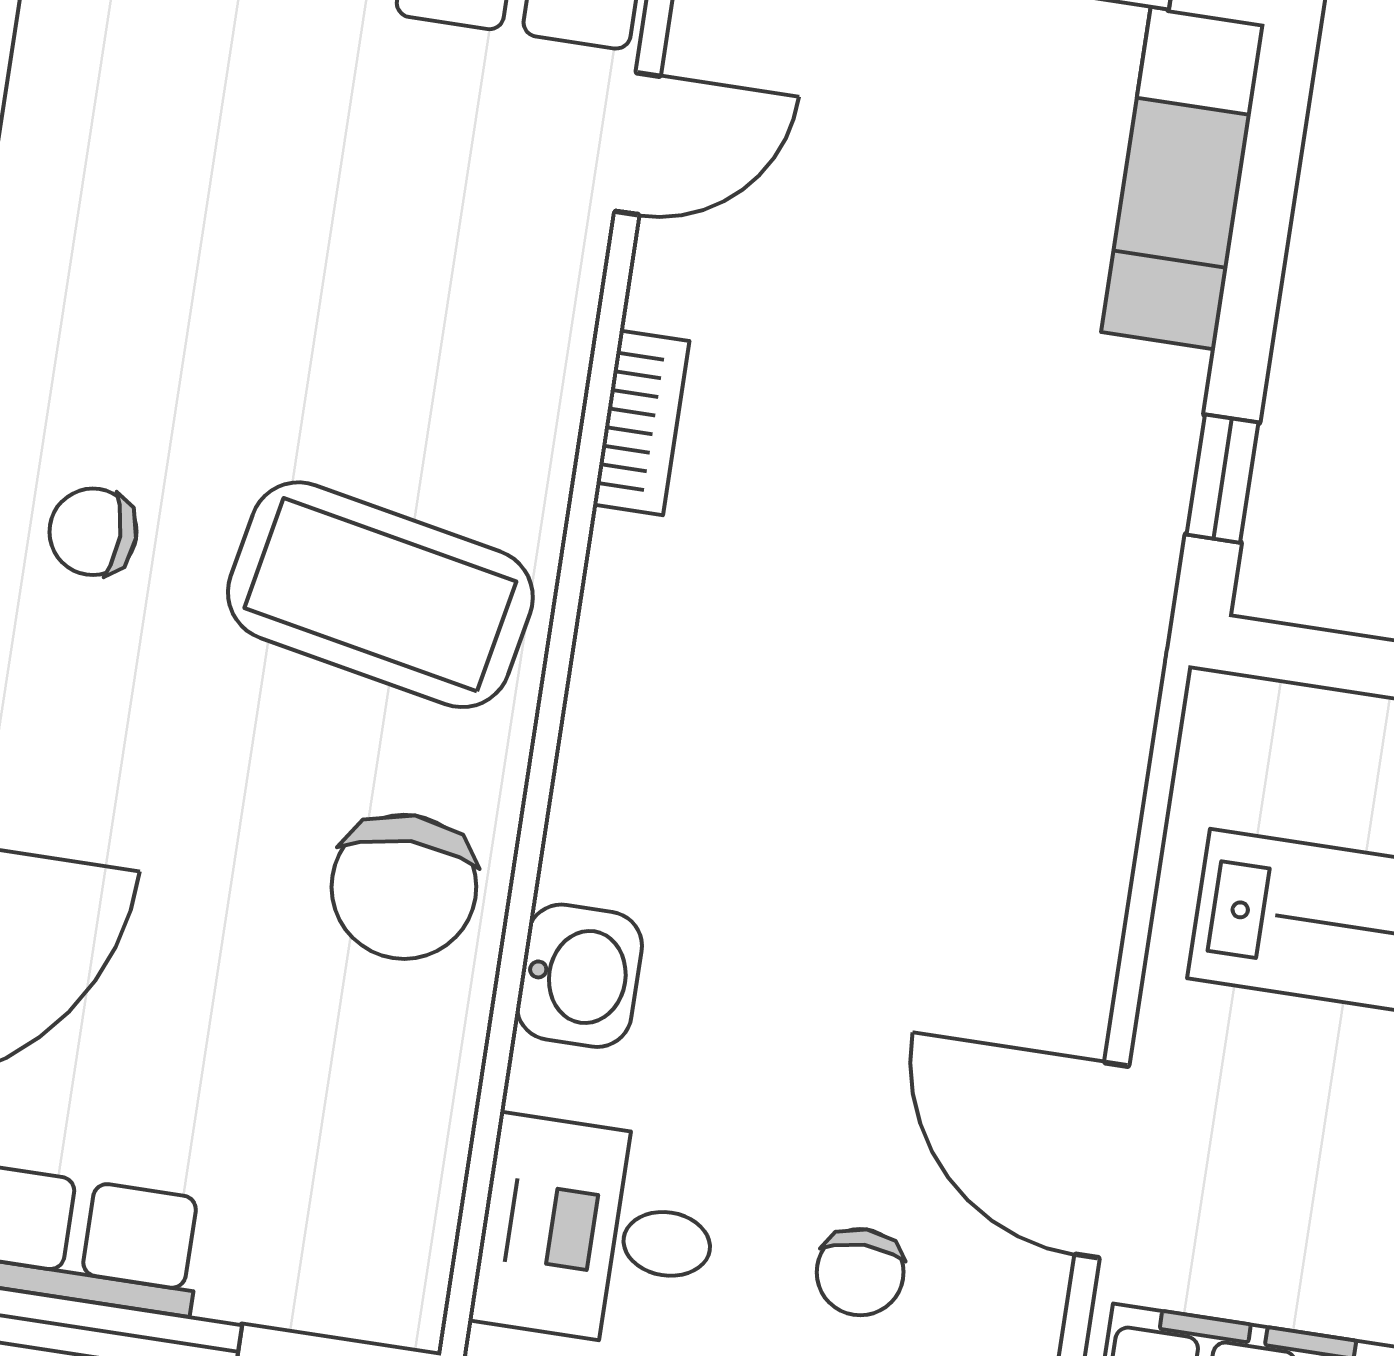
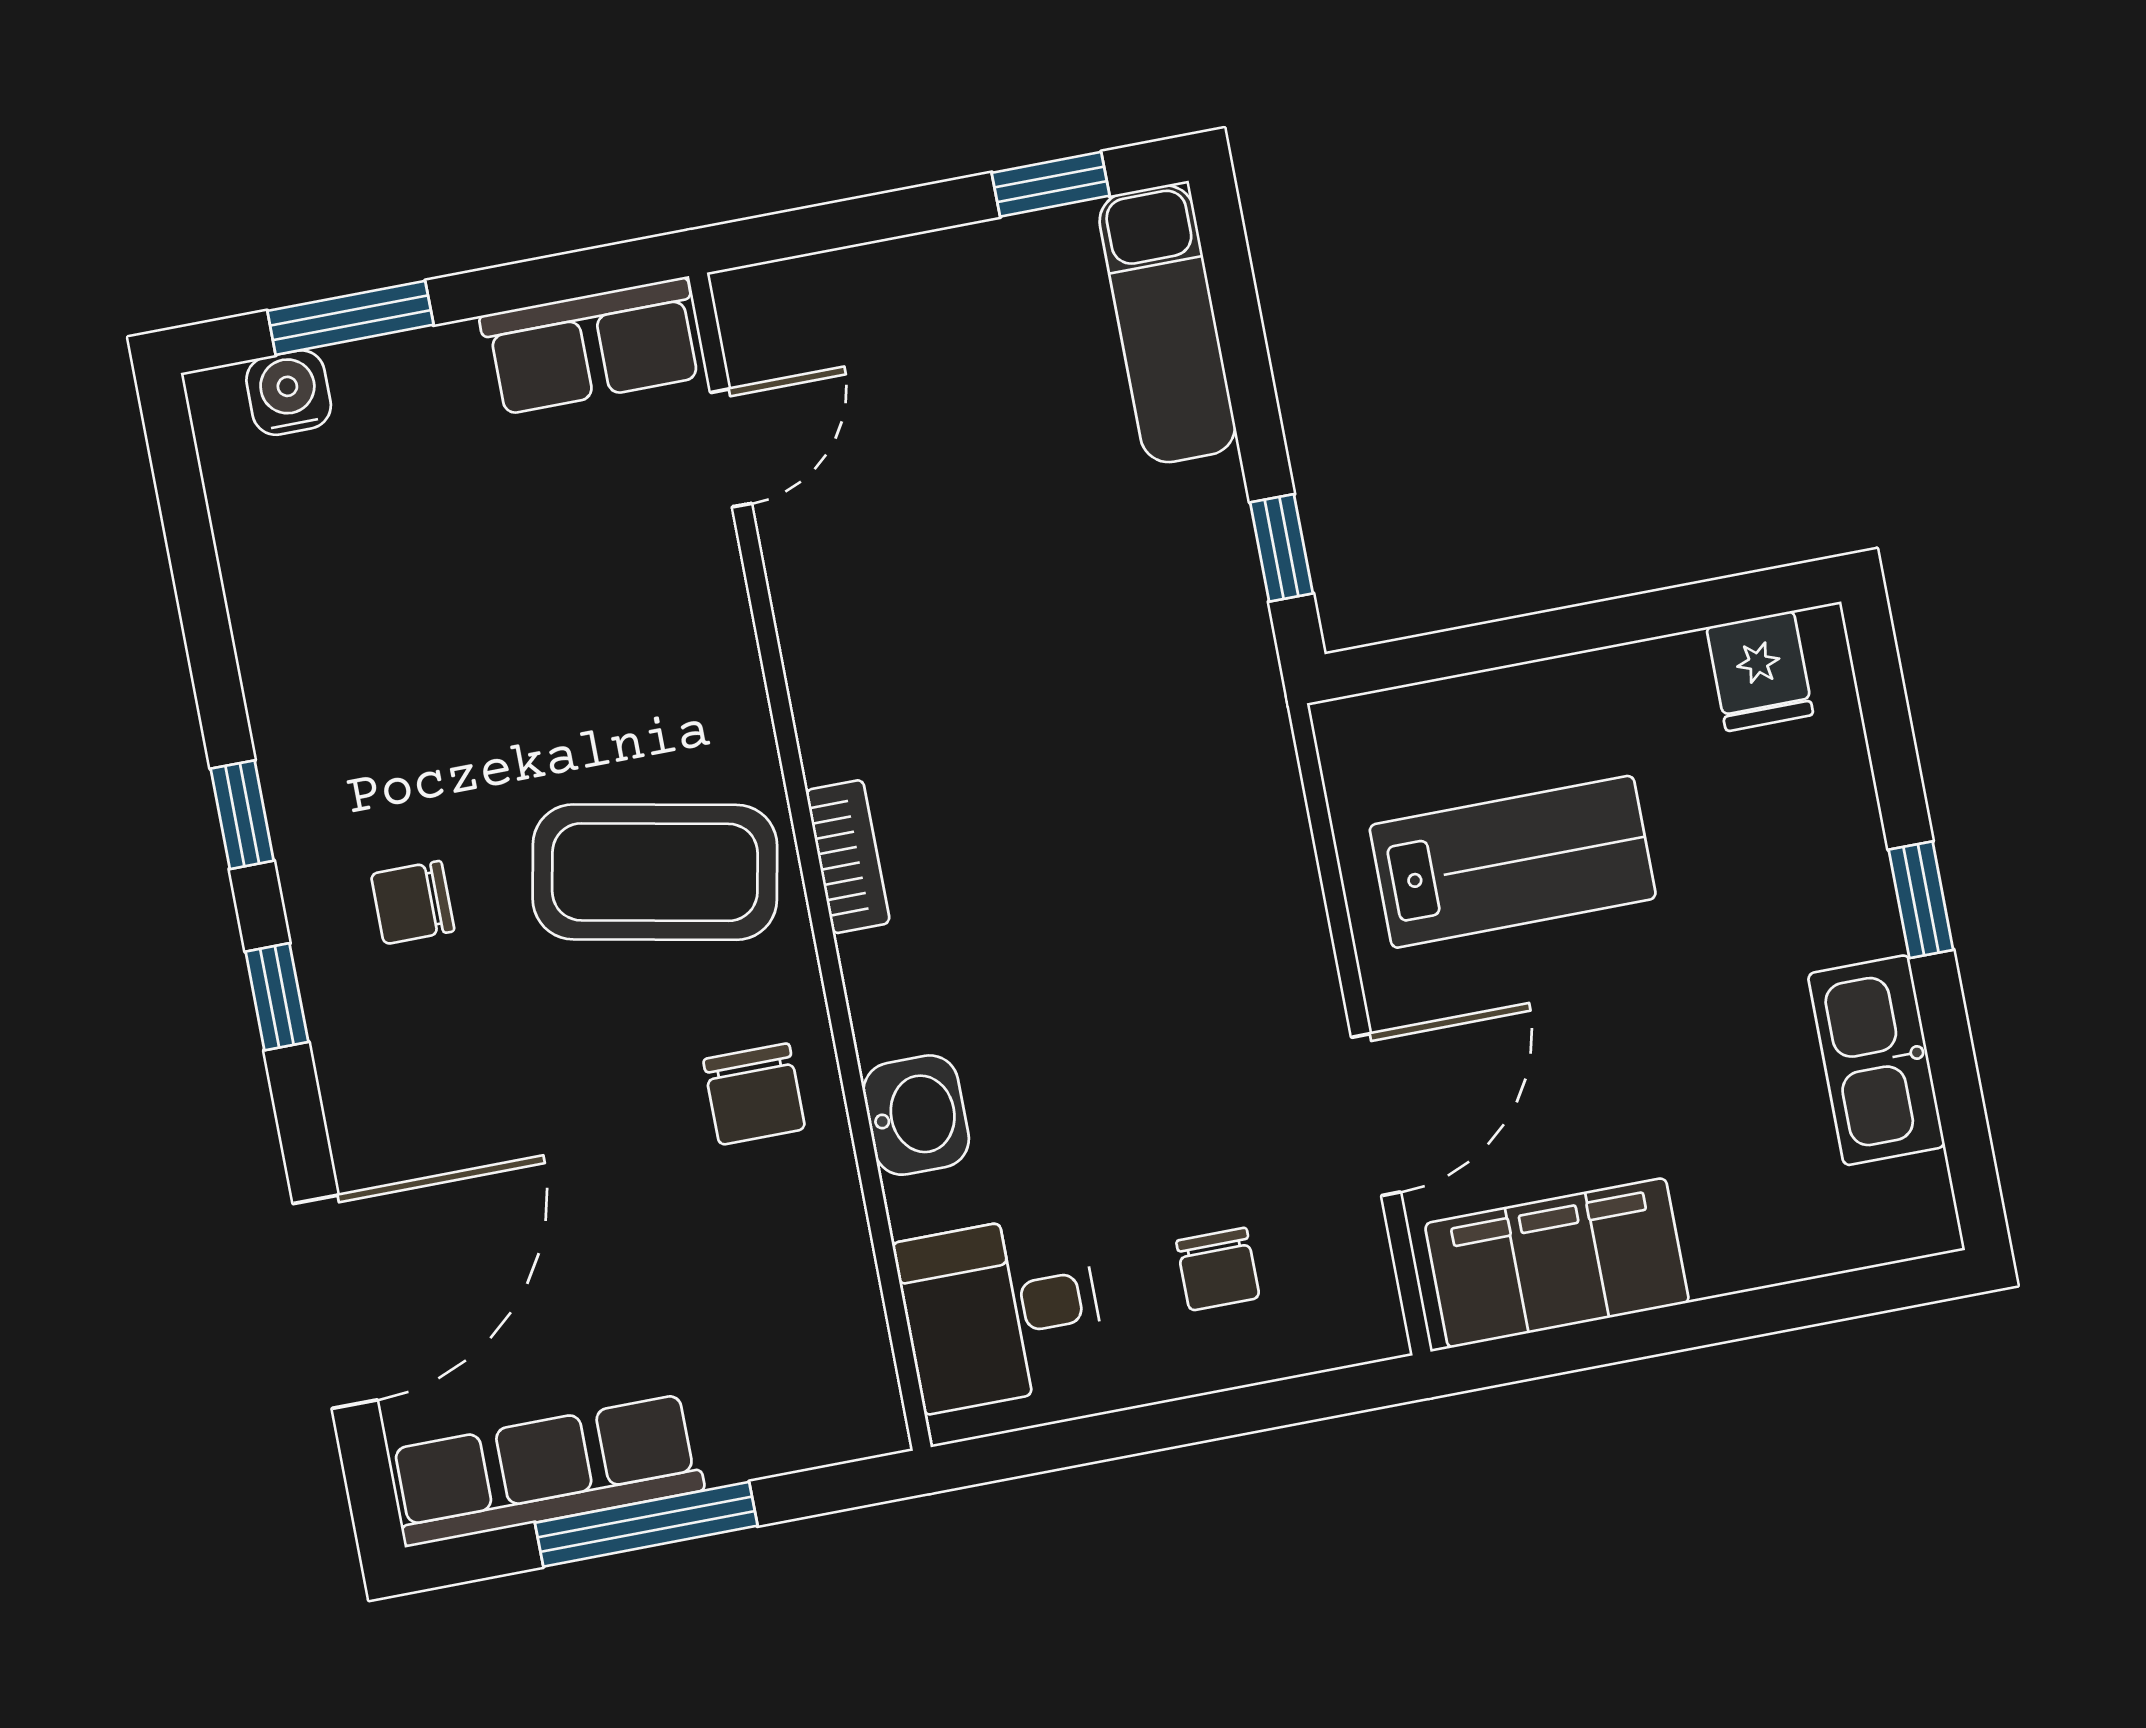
bookcase: (641, 423) -> (848, 857), moved
chair: (404, 887) -> (754, 1094), width x0.73, depth x0.73
door: (1102, 1160) -> (1376, 1115), swing flipped

